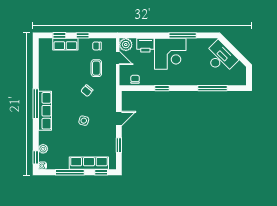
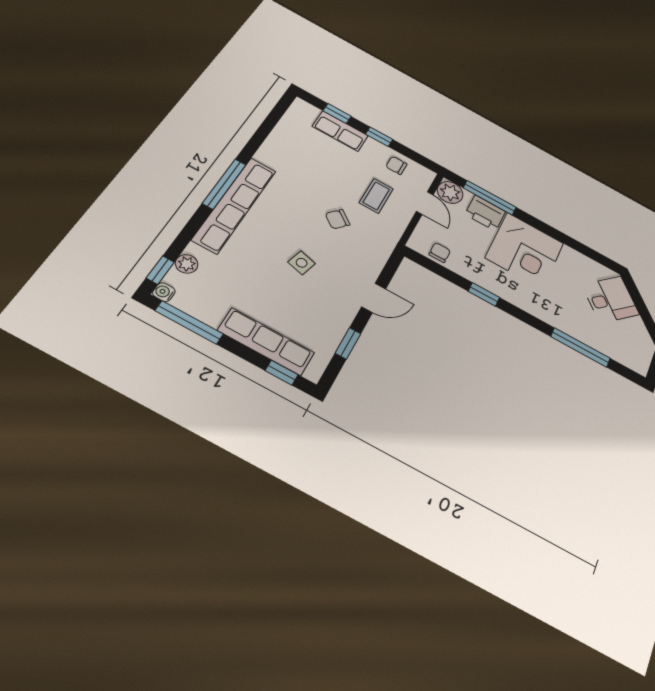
window: (183, 35) -> (490, 198), moved
desk: (220, 58) -> (610, 300), width x0.73
row of seats: (45, 111) -> (235, 205), width x1.36
window: (70, 172) -> (189, 322), moved

